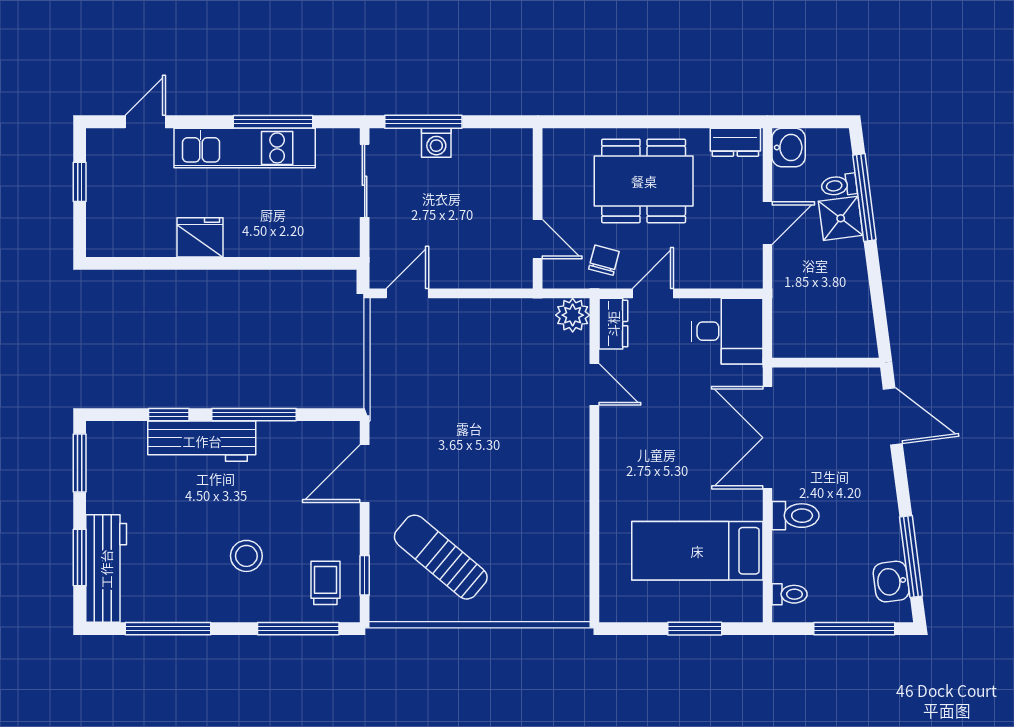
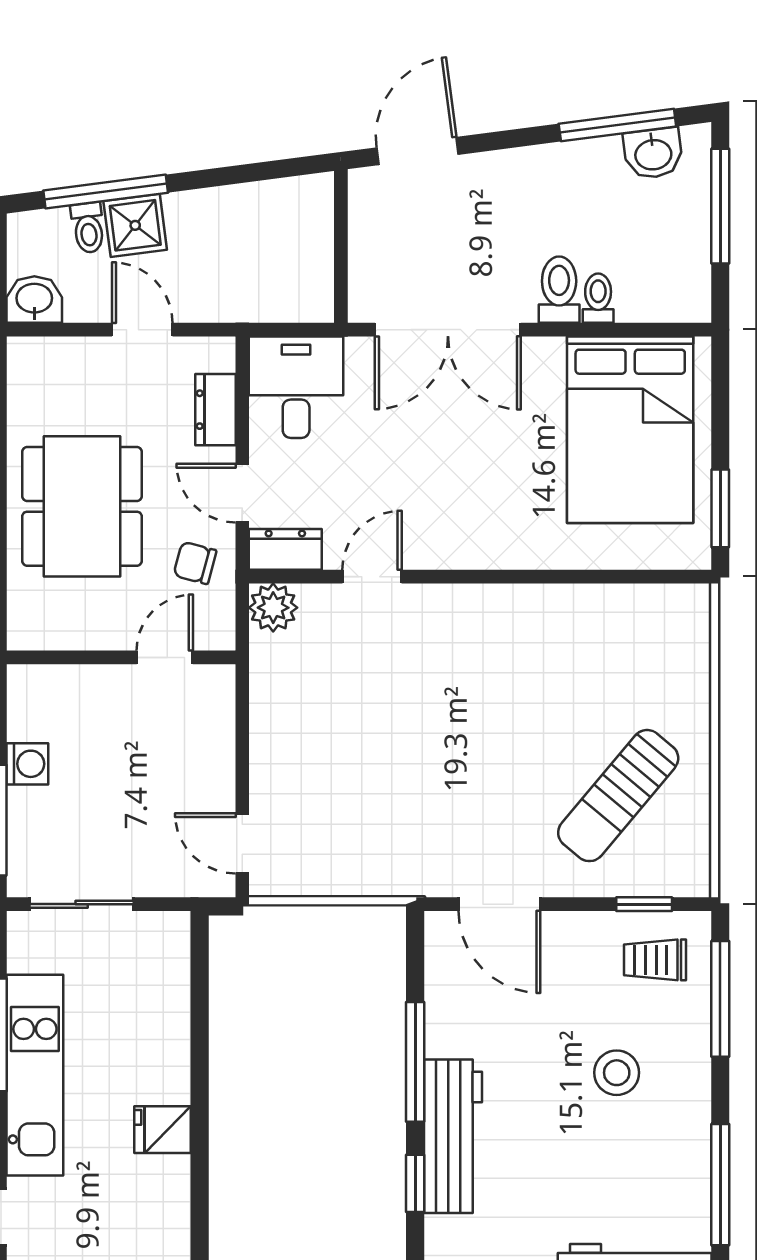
dresser: (735, 142) -> (215, 410), moved, turned 180
washing machine: (436, 143) -> (27, 764), moved
fridge: (200, 237) -> (163, 1130), width x0.72
bed: (697, 551) -> (630, 430), width x1.50
toilet: (790, 594) -> (598, 298), moved
window: (695, 629) -> (720, 508), moved

